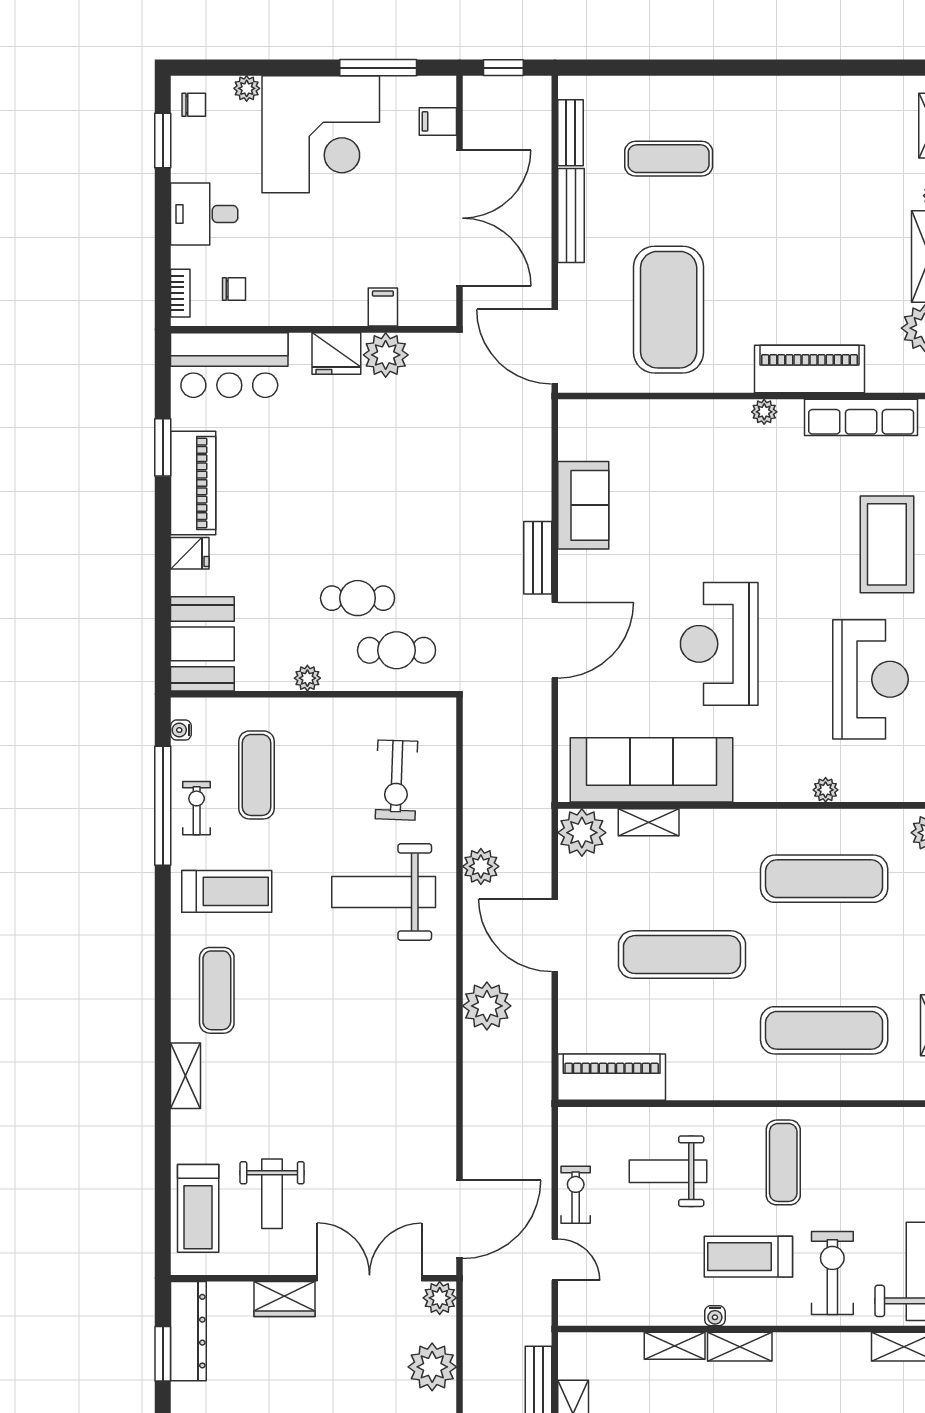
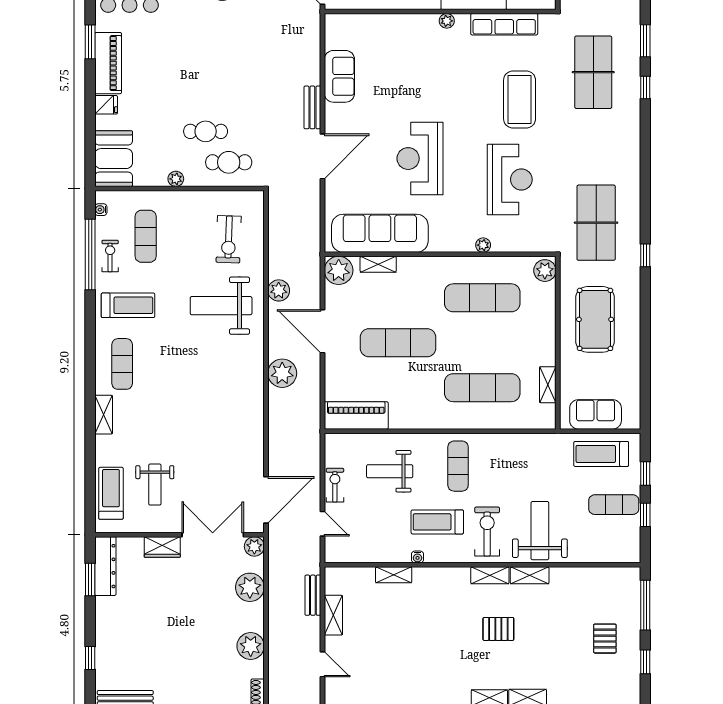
treadmill: (198, 1208) -> (111, 493), turned 180
shelving: (740, 1347) -> (490, 575), moved

